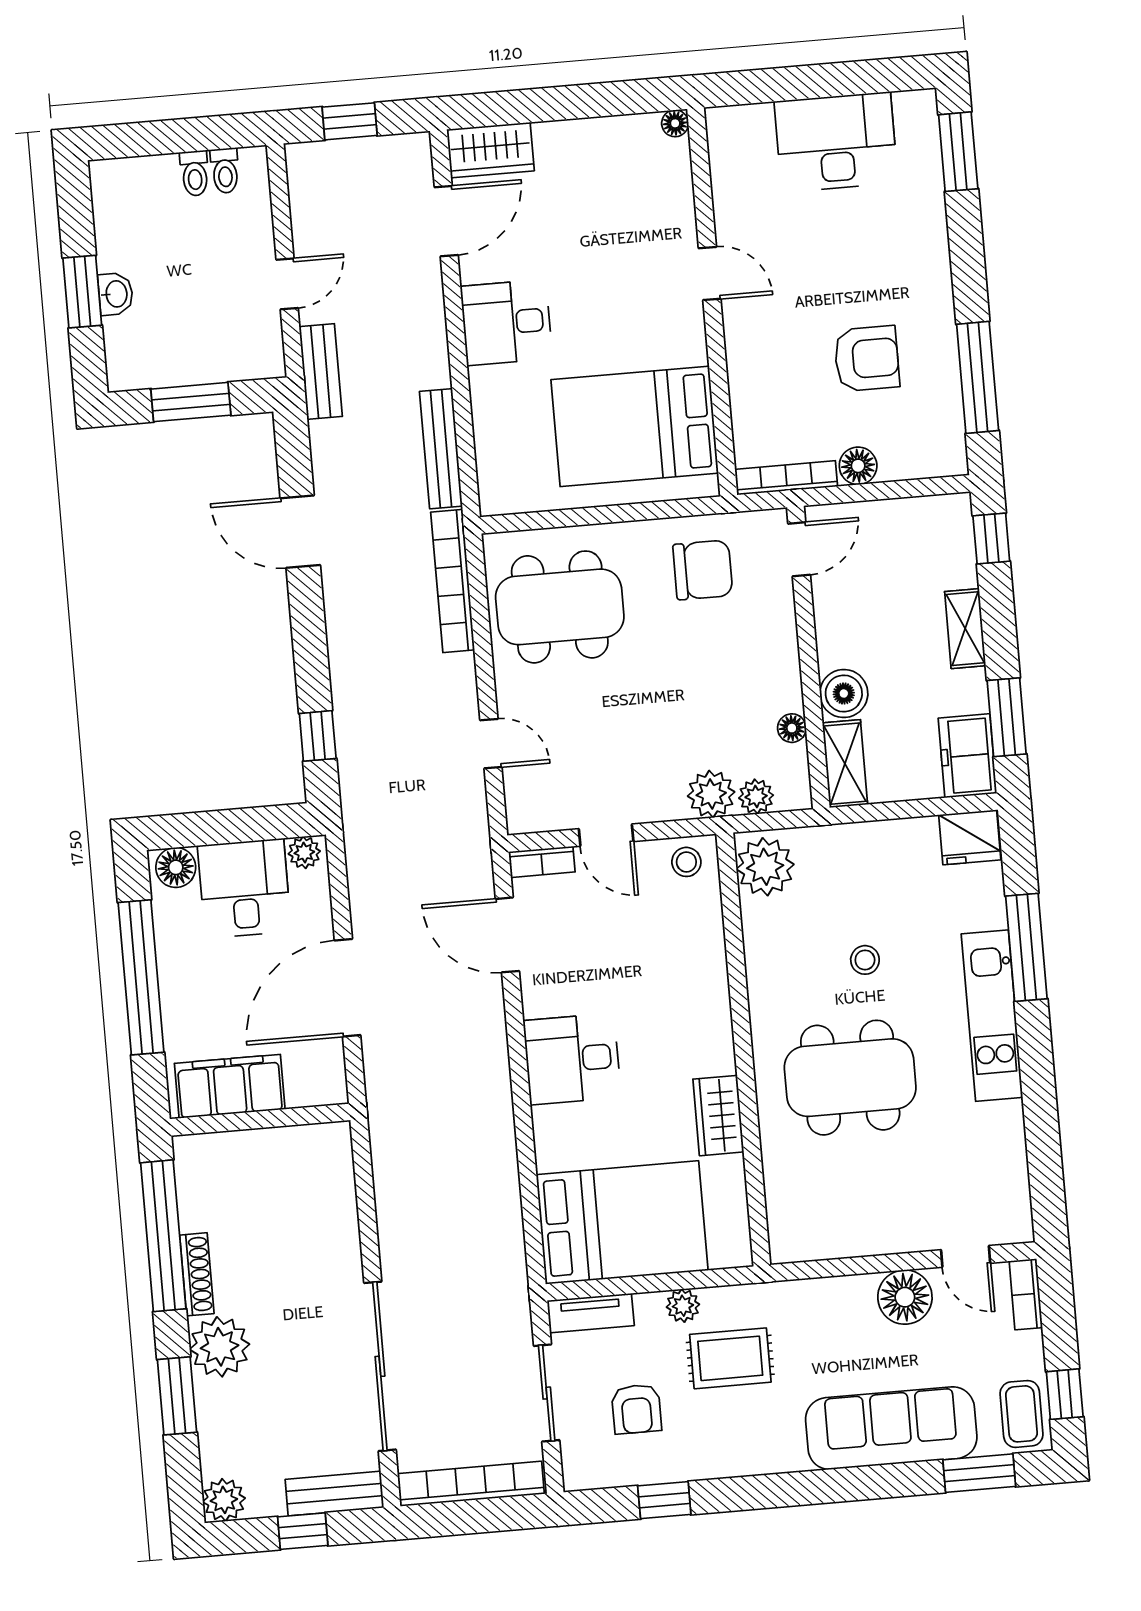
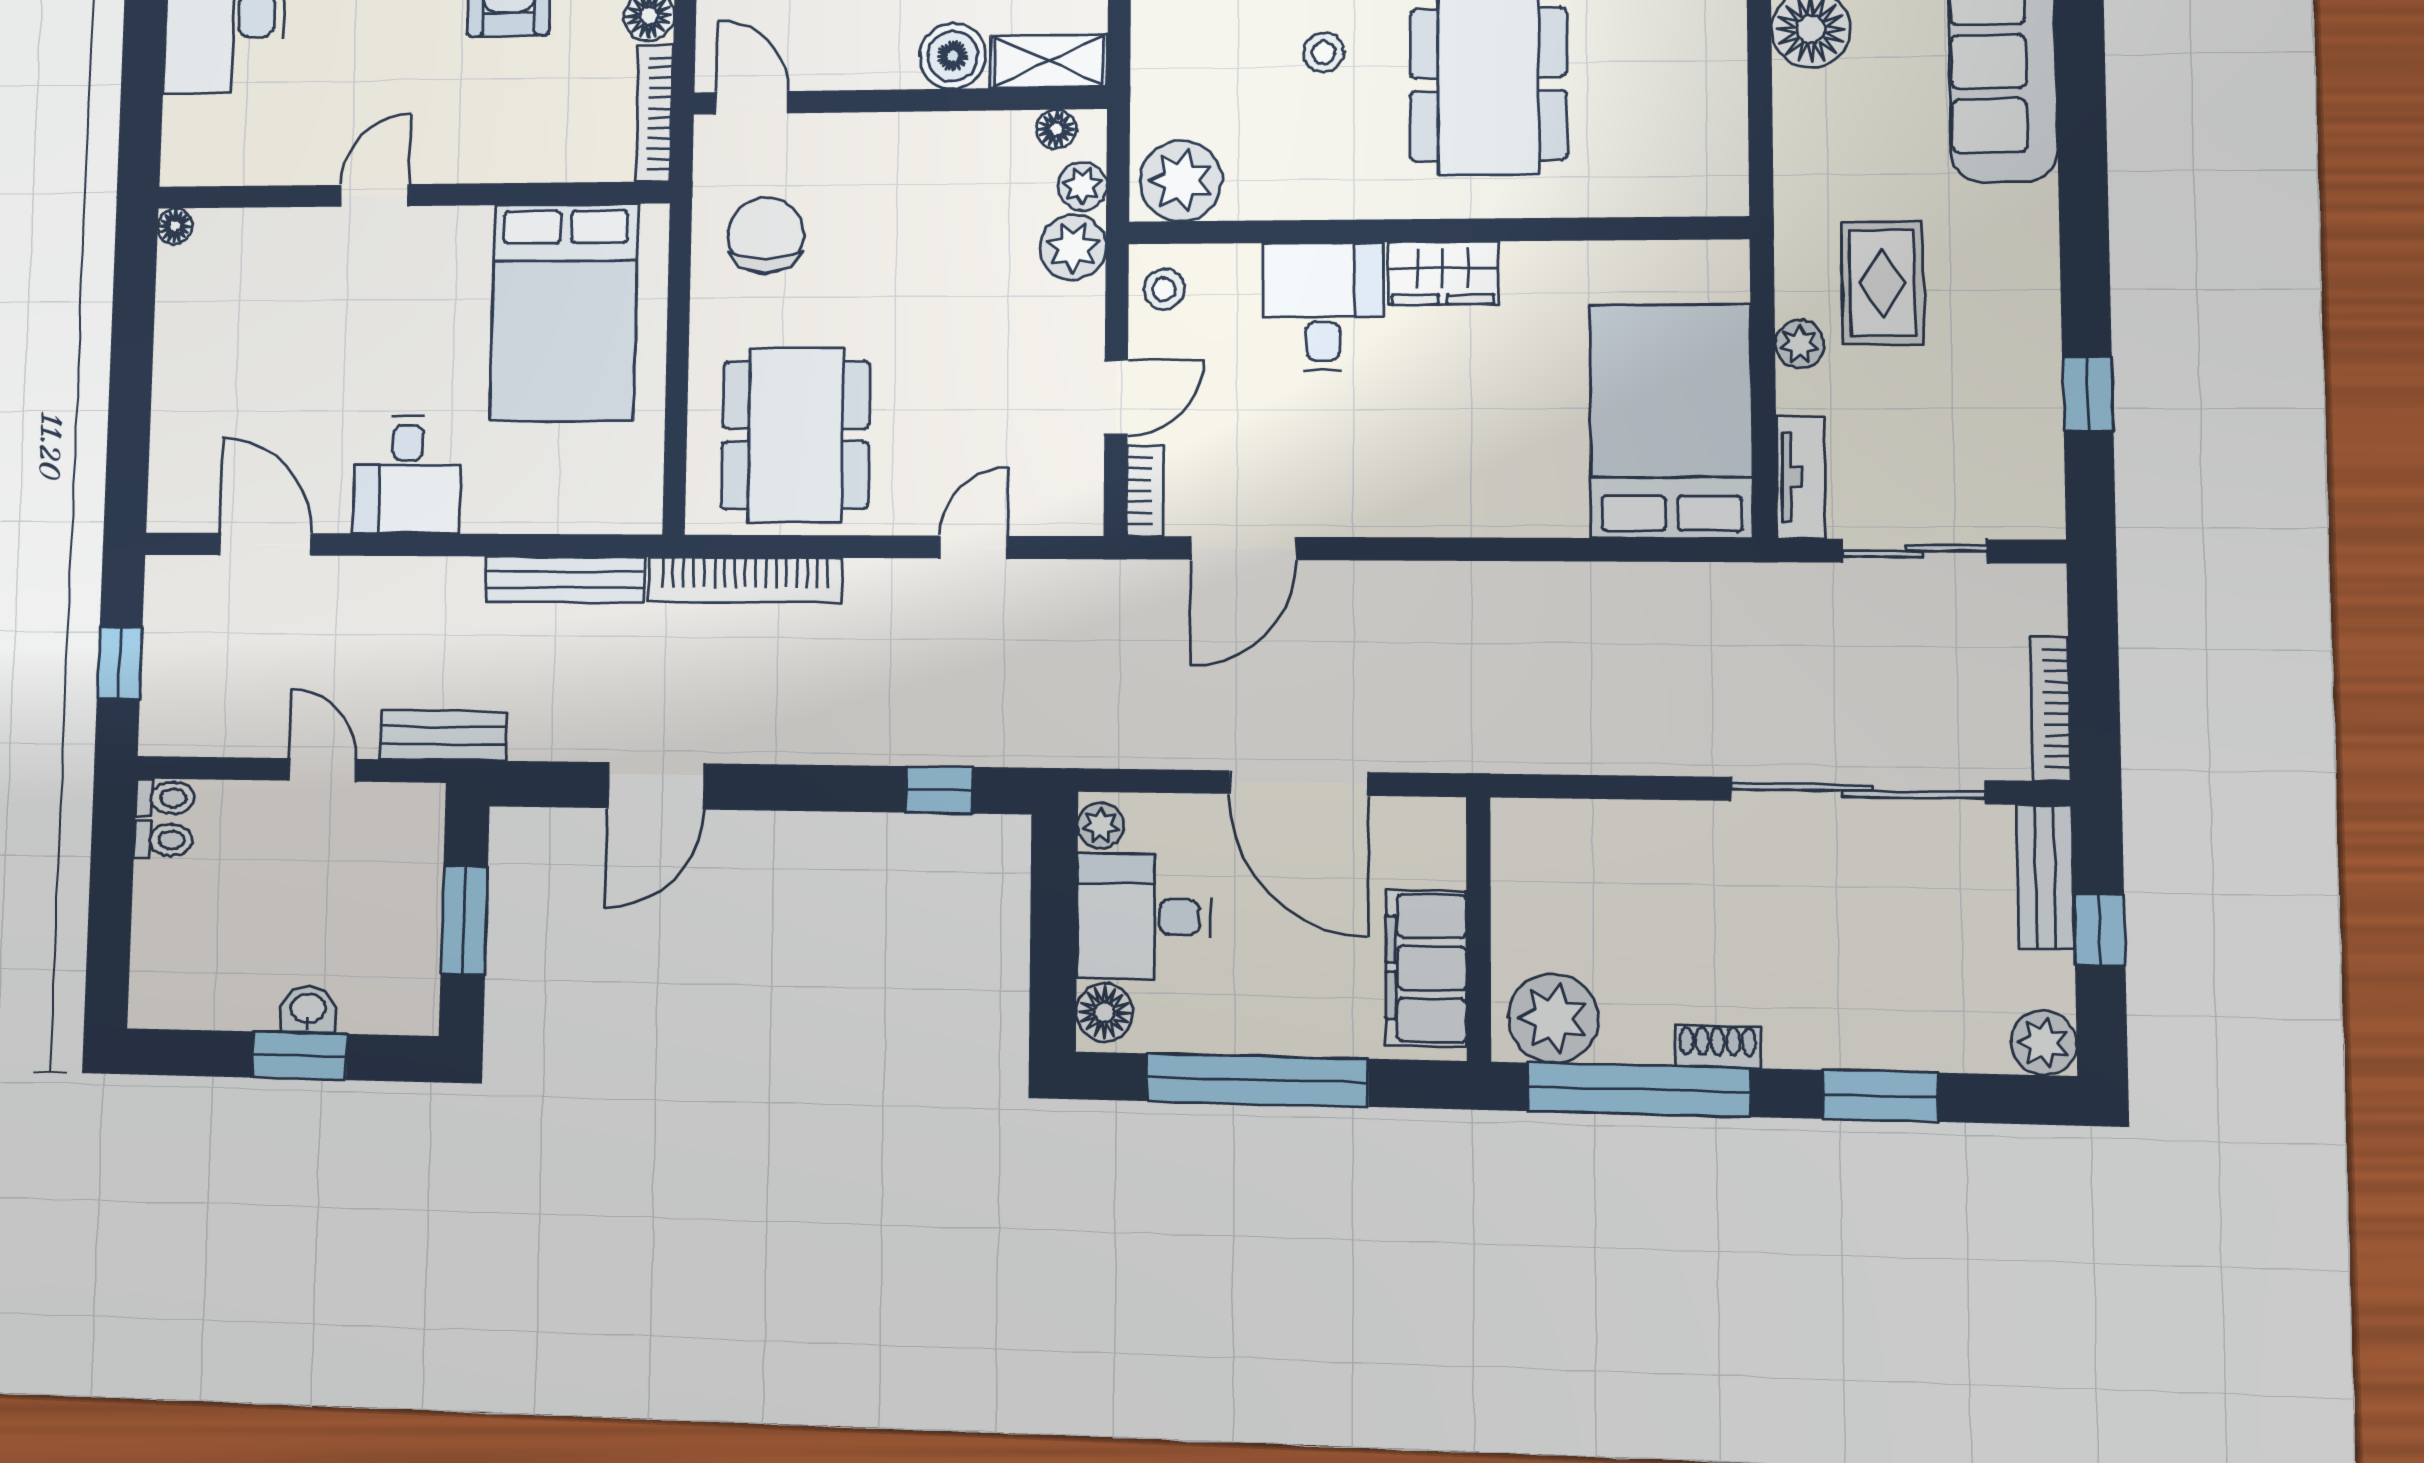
wardrobe: (490, 150) -> (180, 476), removed
toilet: (195, 173) -> (165, 798), moved
floor lamp: (792, 728) -> (1056, 129), moved
desk: (572, 1059) -> (1323, 307), moved, turned 180
wardrobe: (718, 1116) -> (1443, 273), moved
shoe rack: (197, 1274) -> (1718, 1047), width x0.70
plant: (220, 1347) -> (1553, 1018), moved
armchair: (636, 1409) -> (1948, 423), removed
bookcase: (471, 1484) -> (2051, 709), width x0.68, depth x0.76

